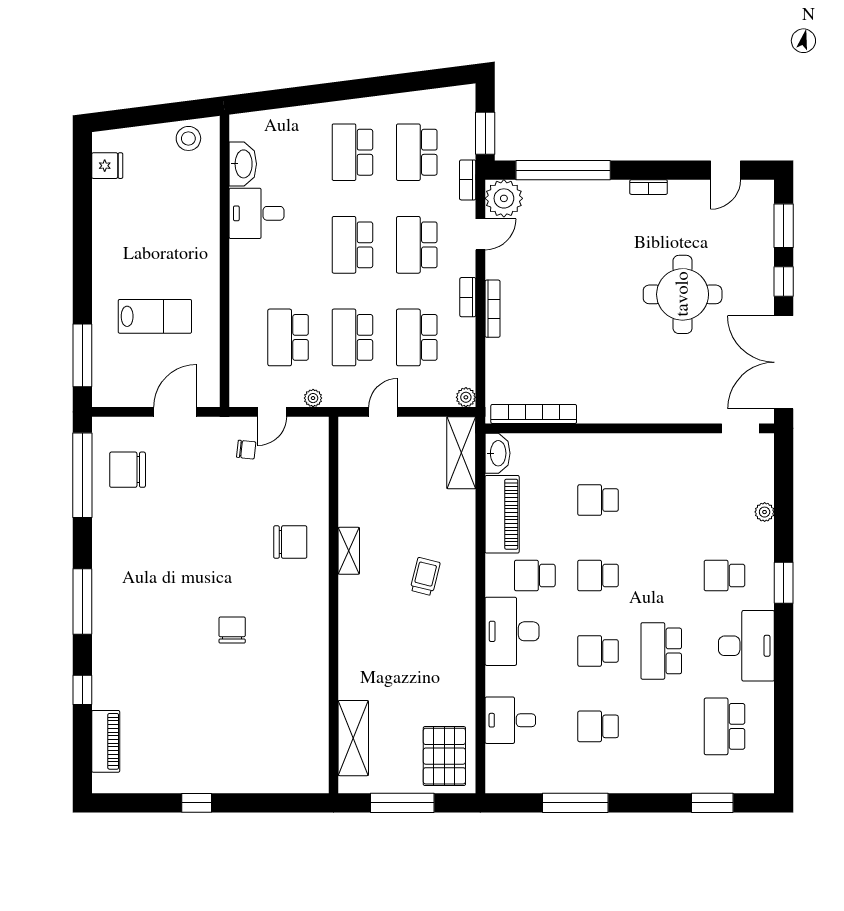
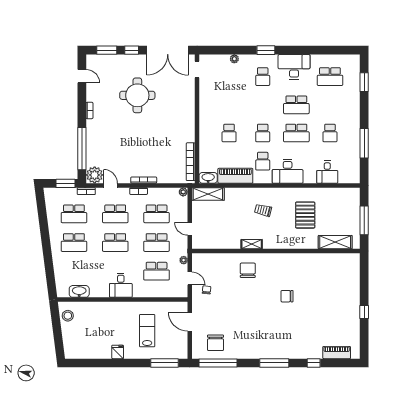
fridge: (107, 166) -> (118, 352), moved
desk: (257, 213) -> (121, 285), moved
school desk: (598, 651) -> (296, 133), width x1.85
pallet: (444, 756) -> (305, 215), moved, turned 90

